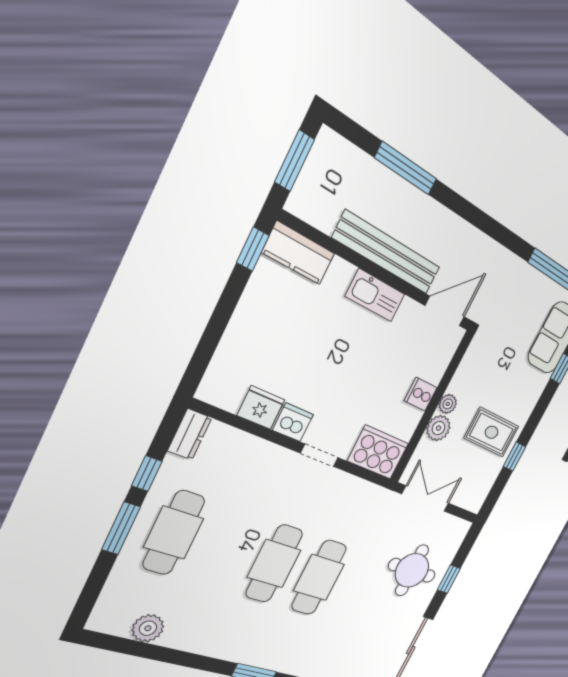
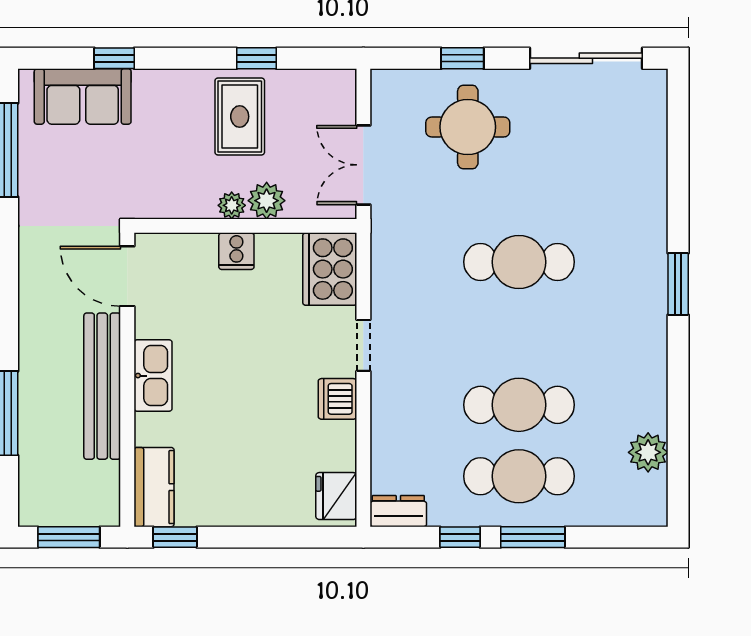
fridge: (261, 408) -> (336, 496), moved
cafe table: (274, 564) -> (519, 405), moved

